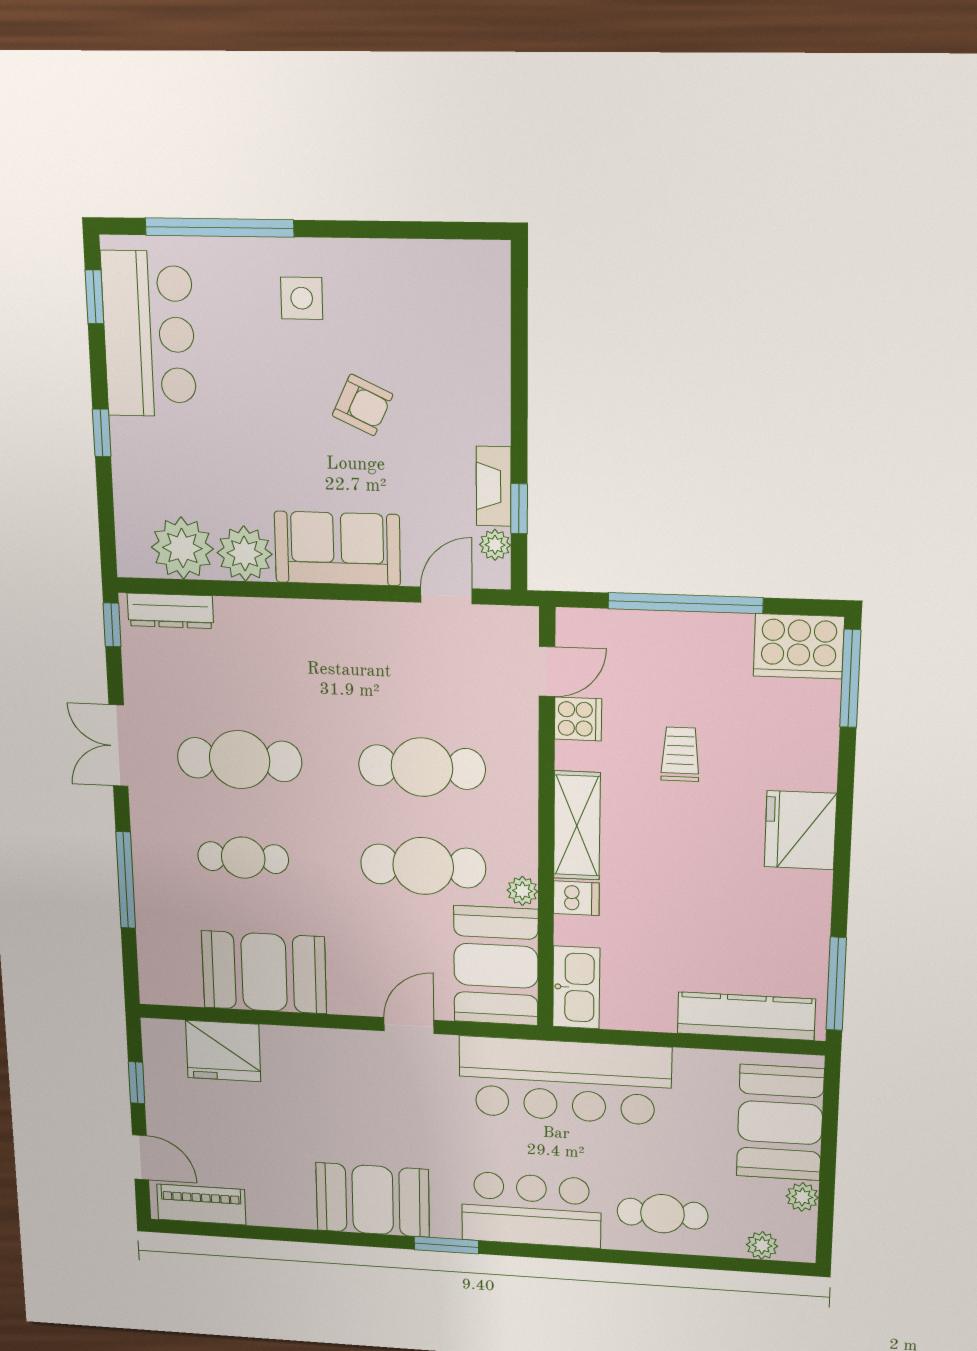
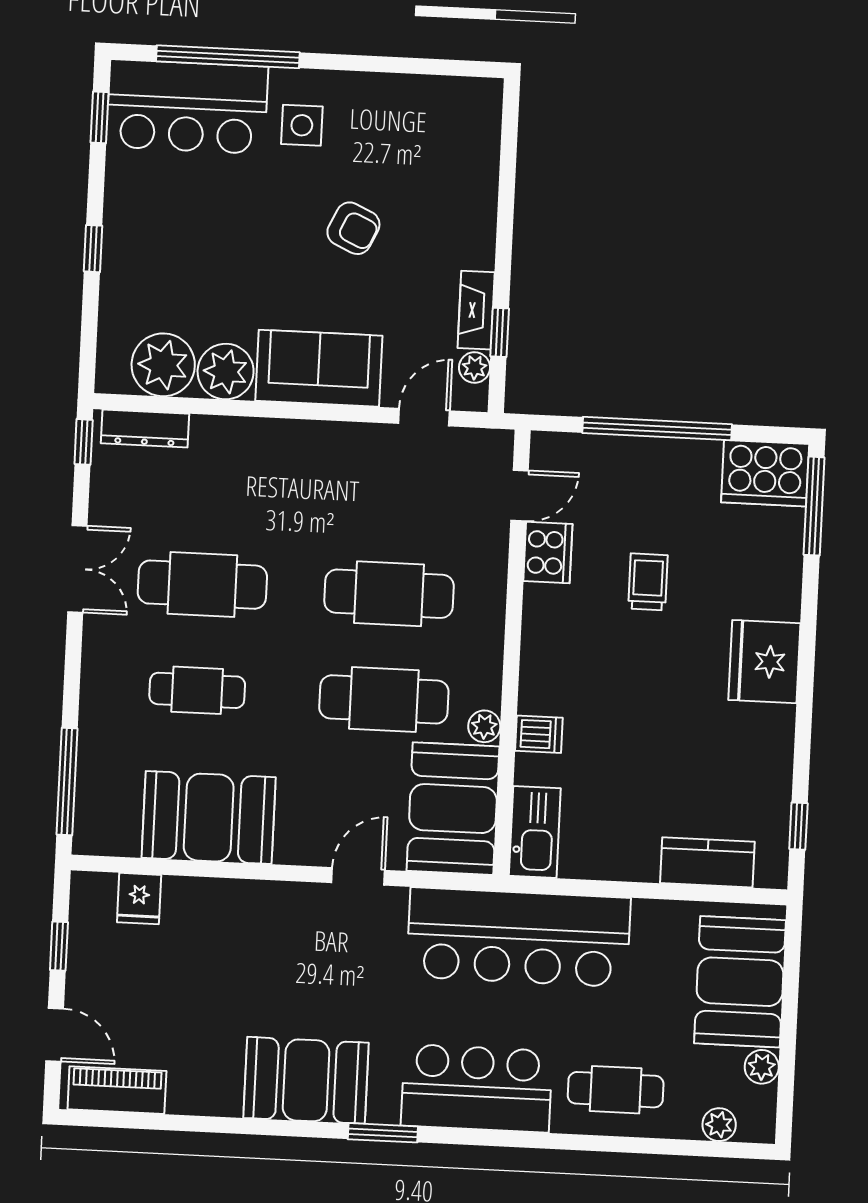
bar counter: (149, 334) -> (187, 107), moved, turned 90
cooker: (578, 719) -> (548, 553), width x1.36
double door: (118, 746) -> (77, 569), swing flipped
shelving: (577, 826) -> (543, 656), removed
window: (126, 880) -> (67, 781), moved
window: (836, 984) -> (798, 826), width x0.46
kitchen counter: (746, 1016) -> (707, 862), width x0.67
fridge: (223, 1051) -> (139, 899), width x0.53, depth x0.75

